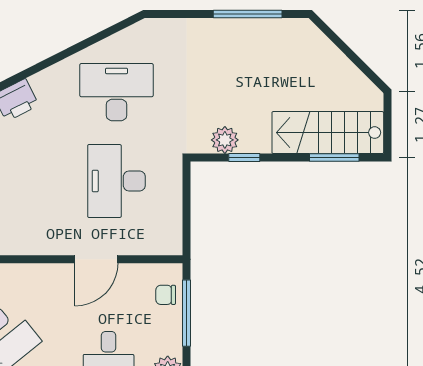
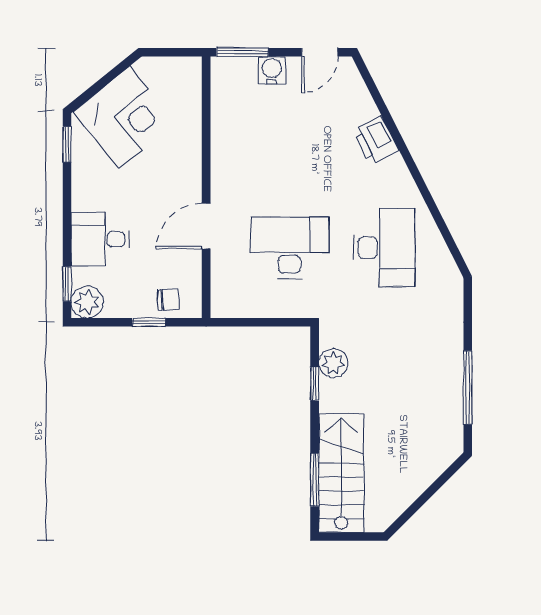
door: (96, 259) -> (206, 226), hinge flipped
chair: (166, 295) -> (168, 300), turned 88
window: (186, 313) -> (149, 322), width x0.46

